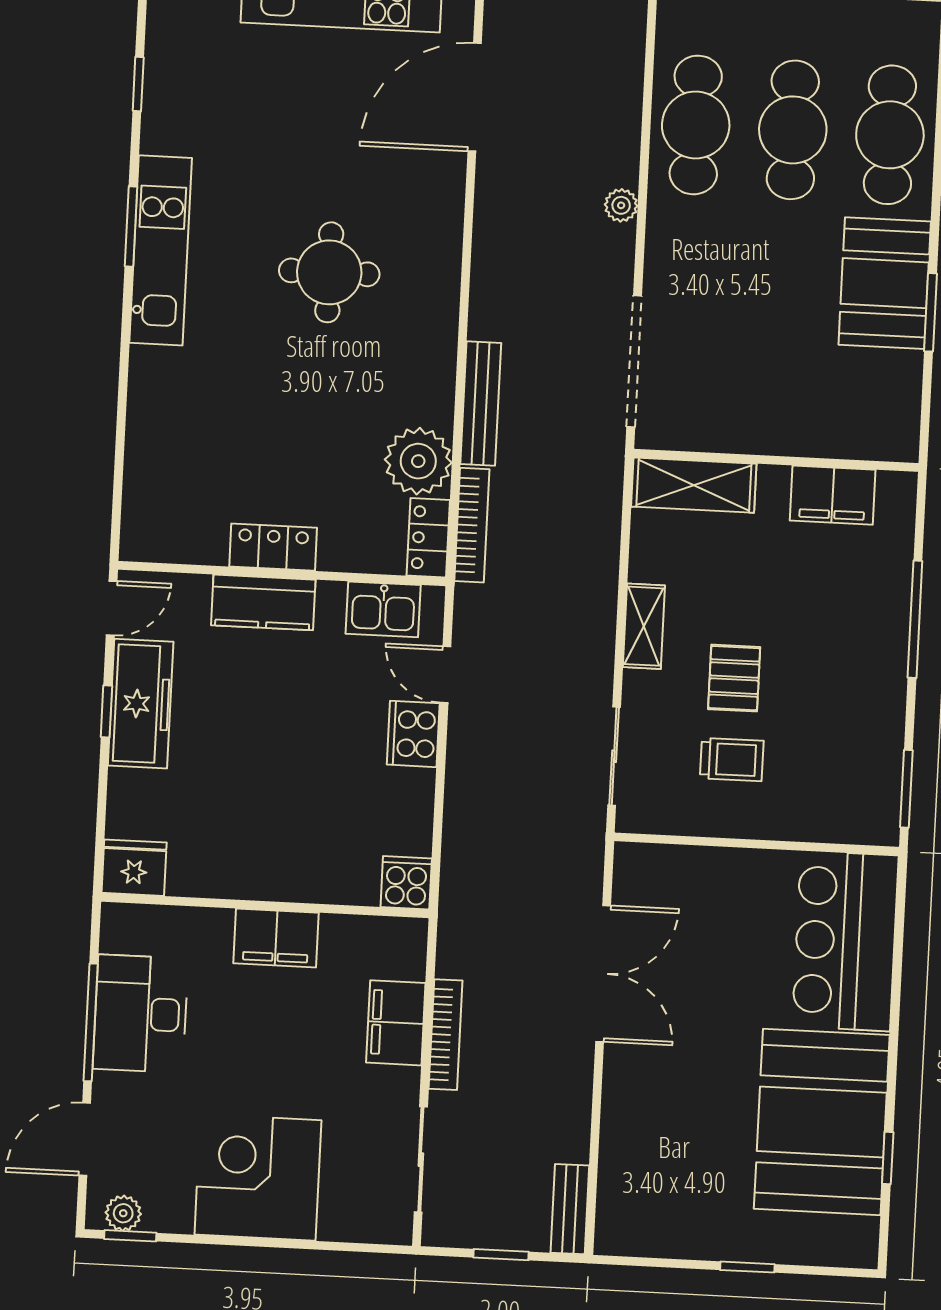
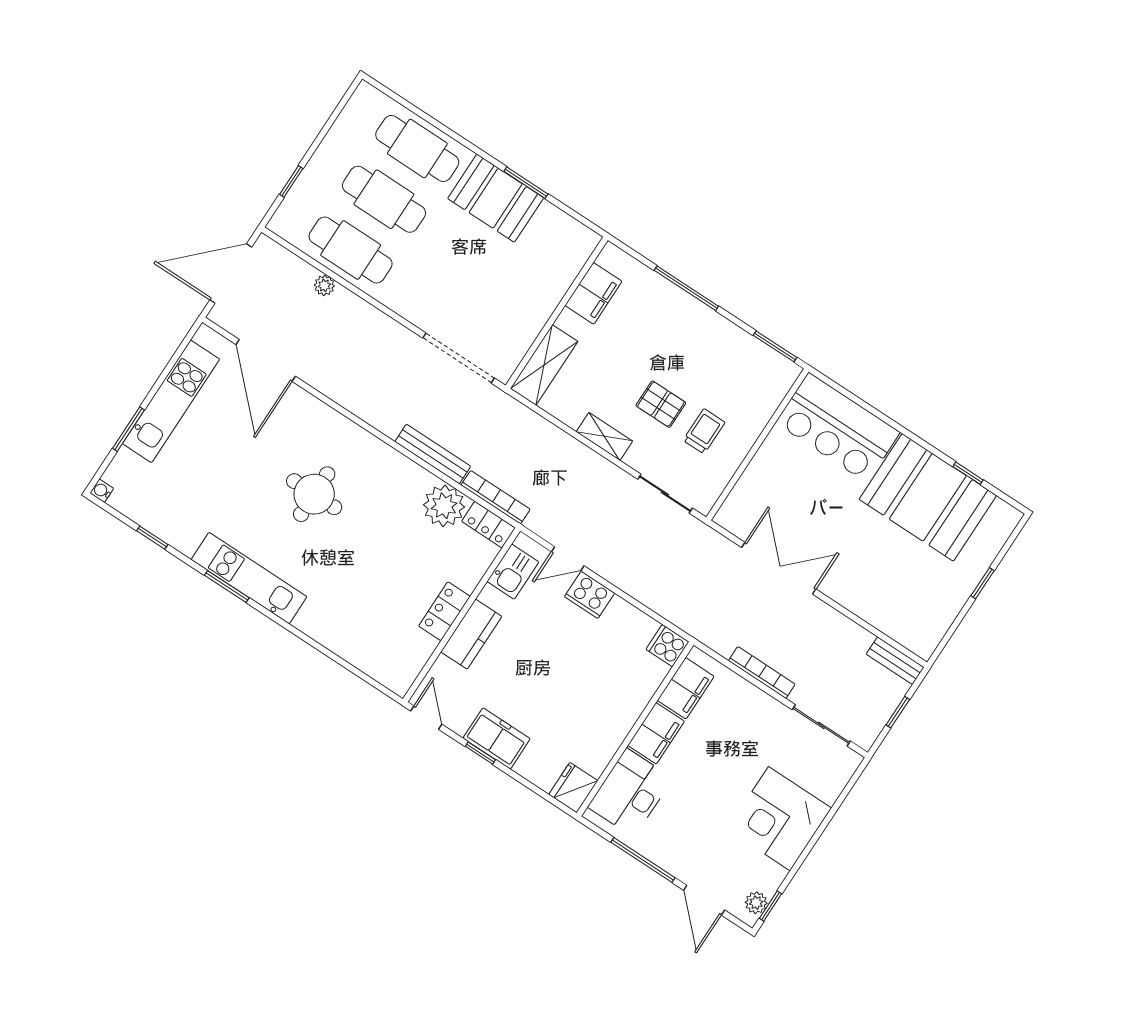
plant: (621, 205) -> (324, 285), moved
freezer: (141, 704) -> (497, 738), width x0.71
desk: (141, 1014) -> (630, 793), moved, turned 90
filing cabinet: (396, 1023) -> (686, 688), moved, turned -90

